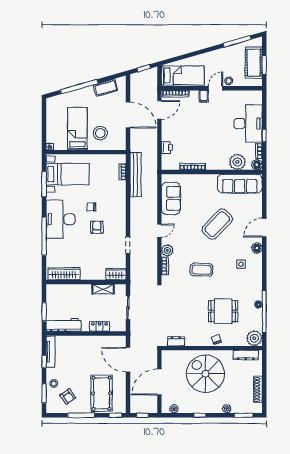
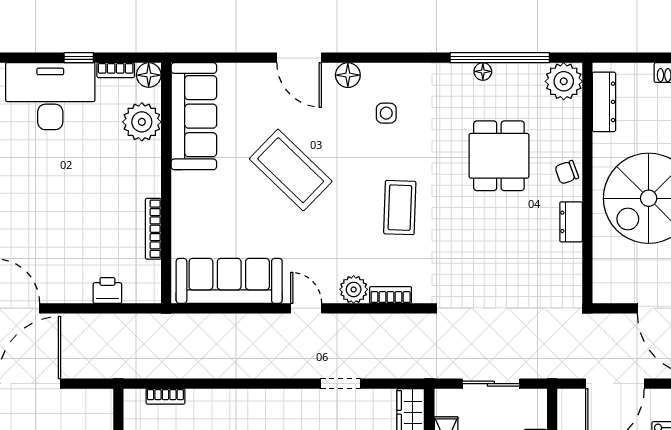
bench: (136, 175) -> (172, 365), removed
sofa: (171, 198) -> (229, 281), width x1.36
dresser: (176, 341) -> (571, 222), moved

